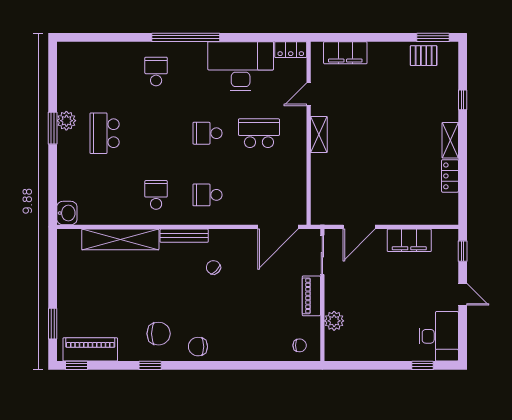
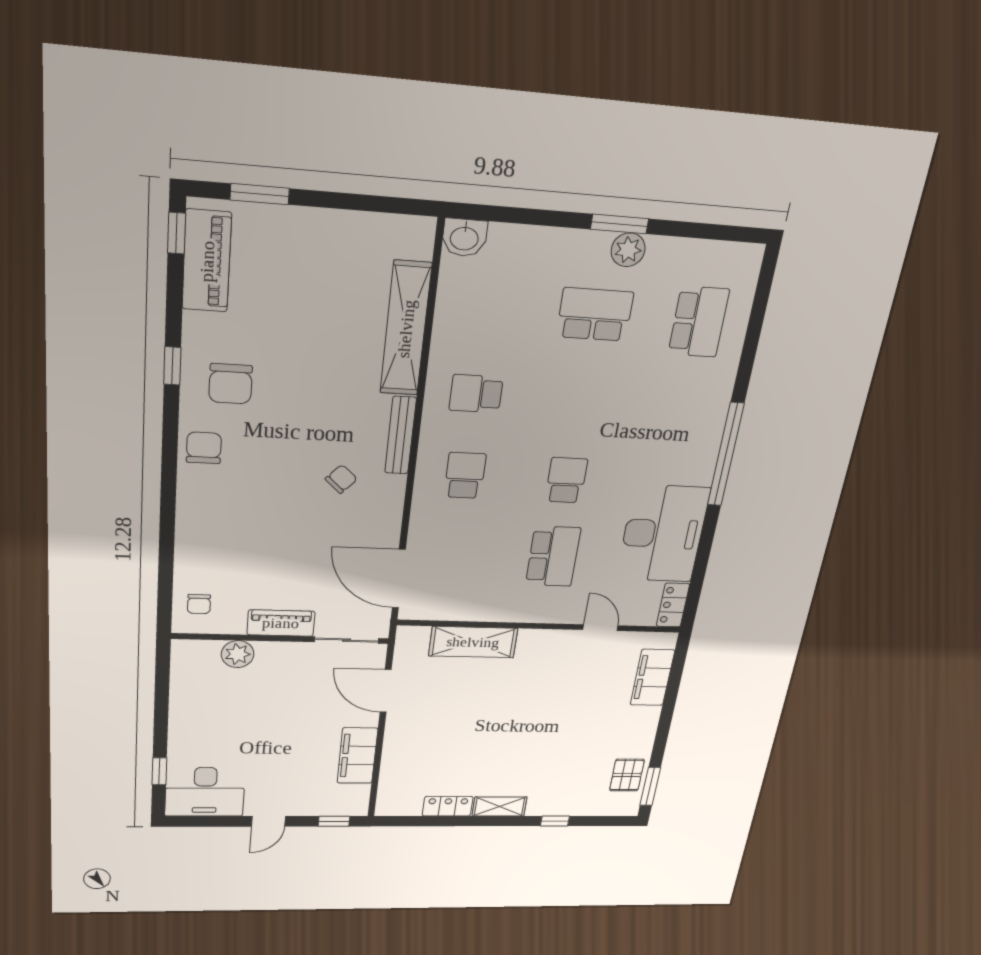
school desk: (156, 72) -> (699, 322), moved, width x1.85
shelving: (319, 135) -> (473, 642), moved, width x1.50, depth x1.33
school desk: (156, 195) -> (476, 394), turned 180

